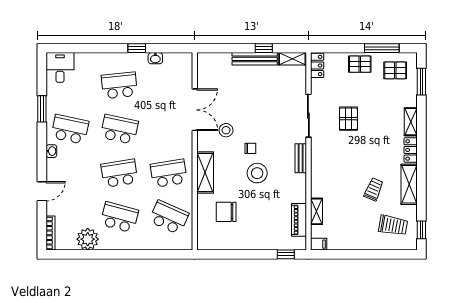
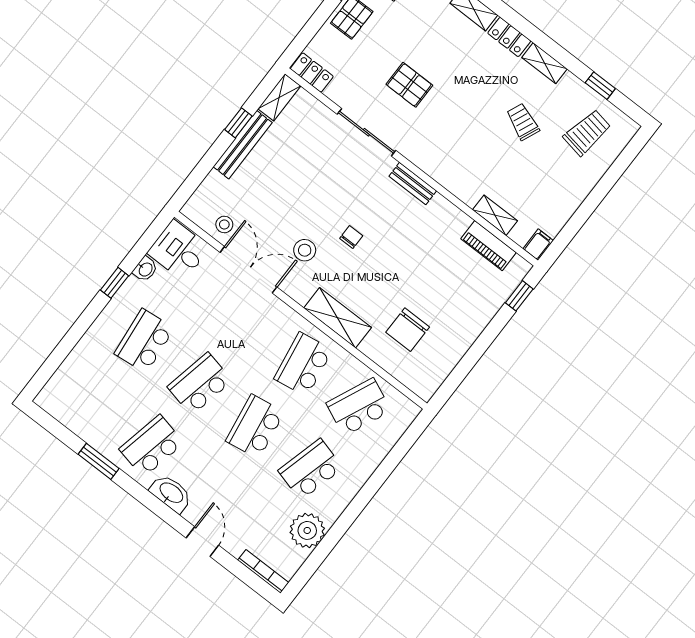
desk: (60, 67) -> (178, 250), moved
washbasin: (51, 151) -> (171, 493), width x1.91, depth x1.45
stool: (257, 173) -> (224, 224), moved, width x0.53, depth x0.53
shelving: (409, 184) -> (544, 63), width x0.67, depth x0.75
window: (421, 230) -> (600, 86), moved

